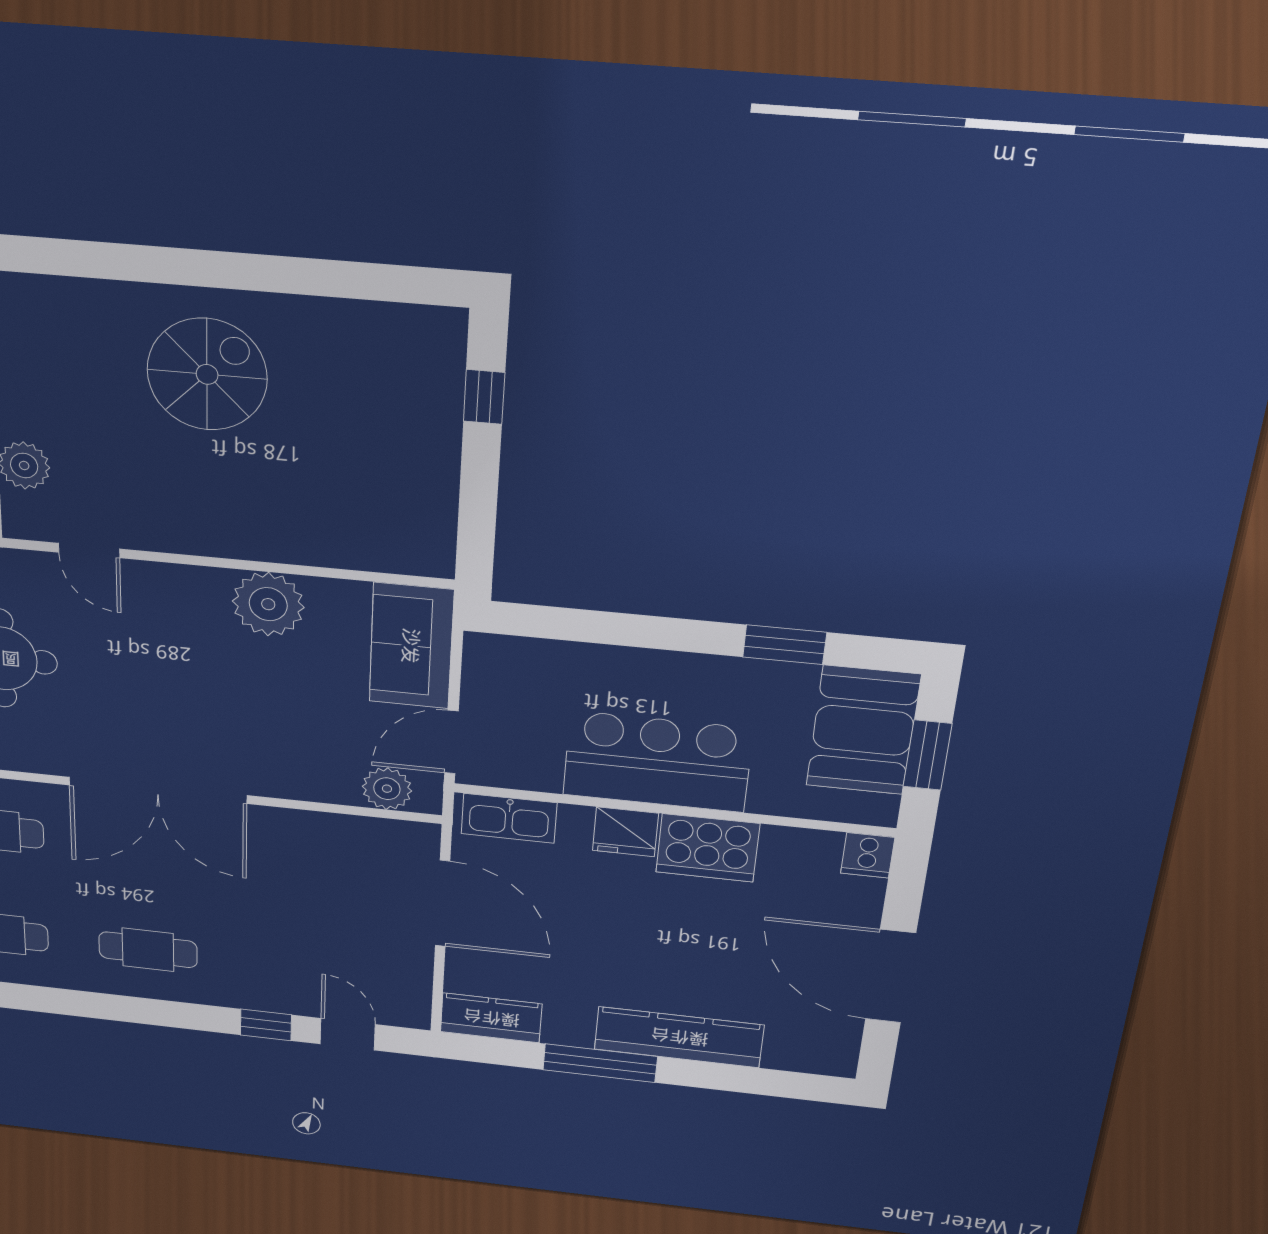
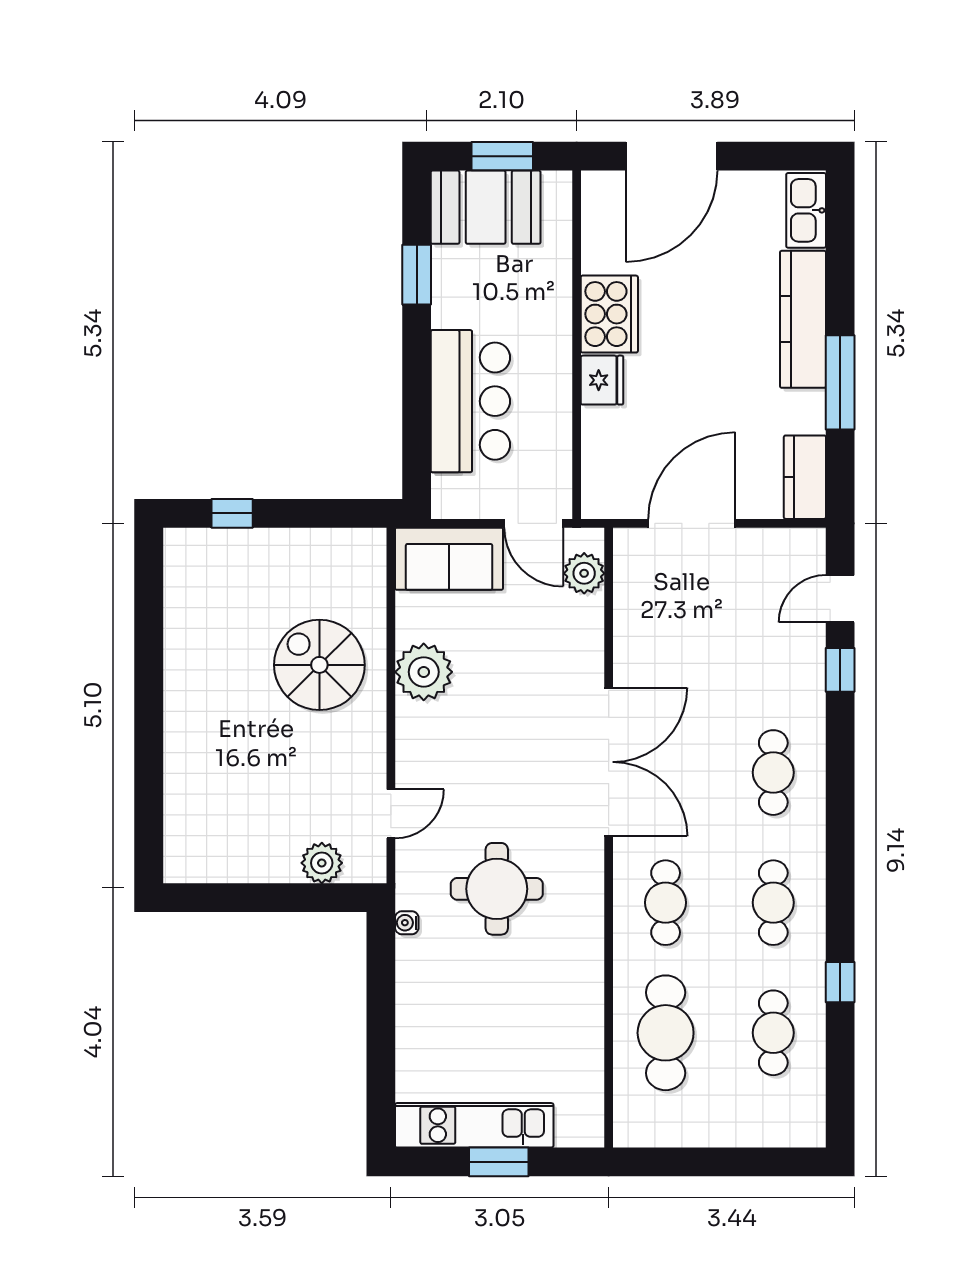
spiral stairs: (207, 374) -> (319, 665), moved
bar counter: (657, 762) -> (470, 401), moved, turned 180
kitchen sink: (509, 818) -> (806, 210), moved, turned 180
cooker: (868, 855) -> (601, 189), removed
door: (890, 976) -> (672, 156), moved

